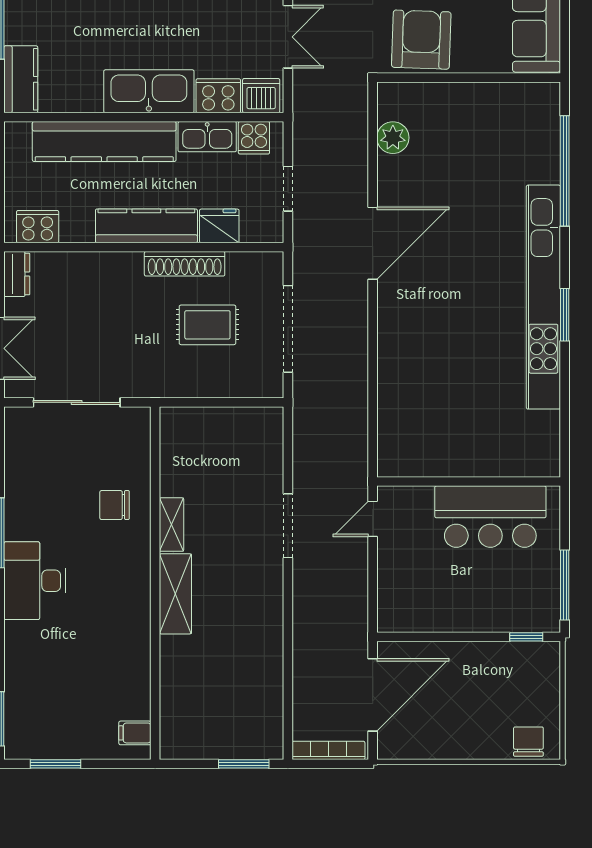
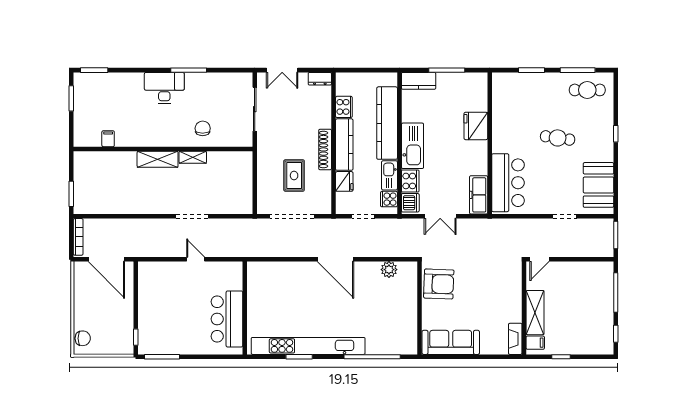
cooker: (38, 227) -> (344, 107), moved
shoe rack: (185, 264) -> (325, 149), moved
wall: (469, 482) -> (245, 308), moved
bar counter: (490, 517) -> (227, 319), moved
filing cabinet: (135, 733) -> (108, 139), moved

